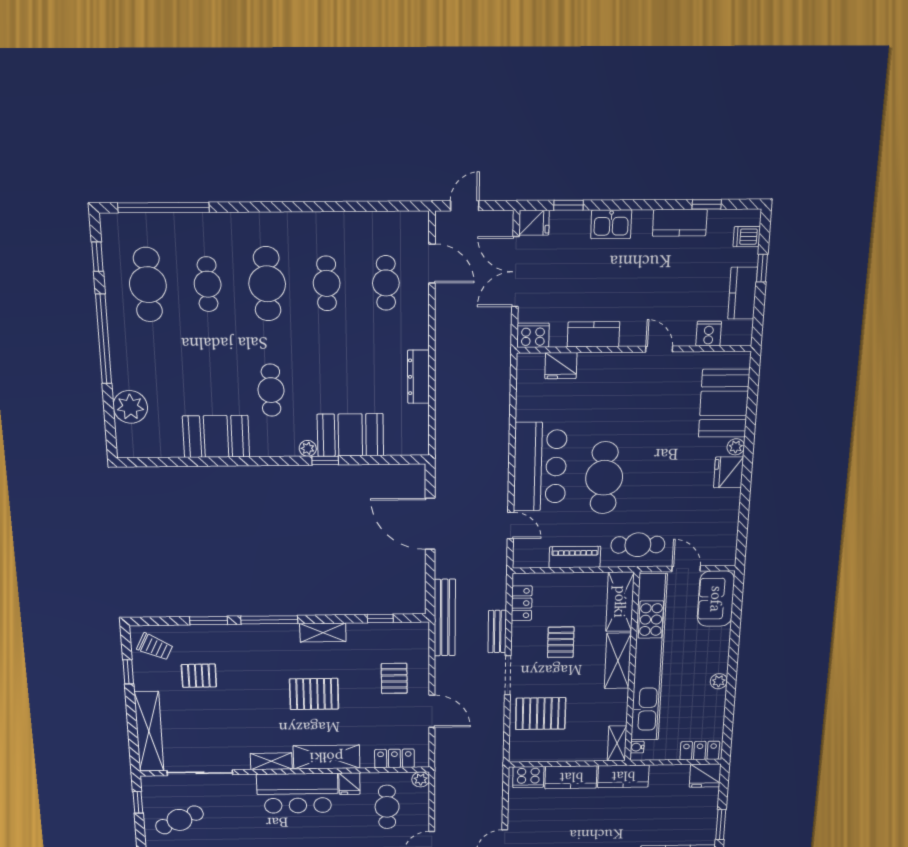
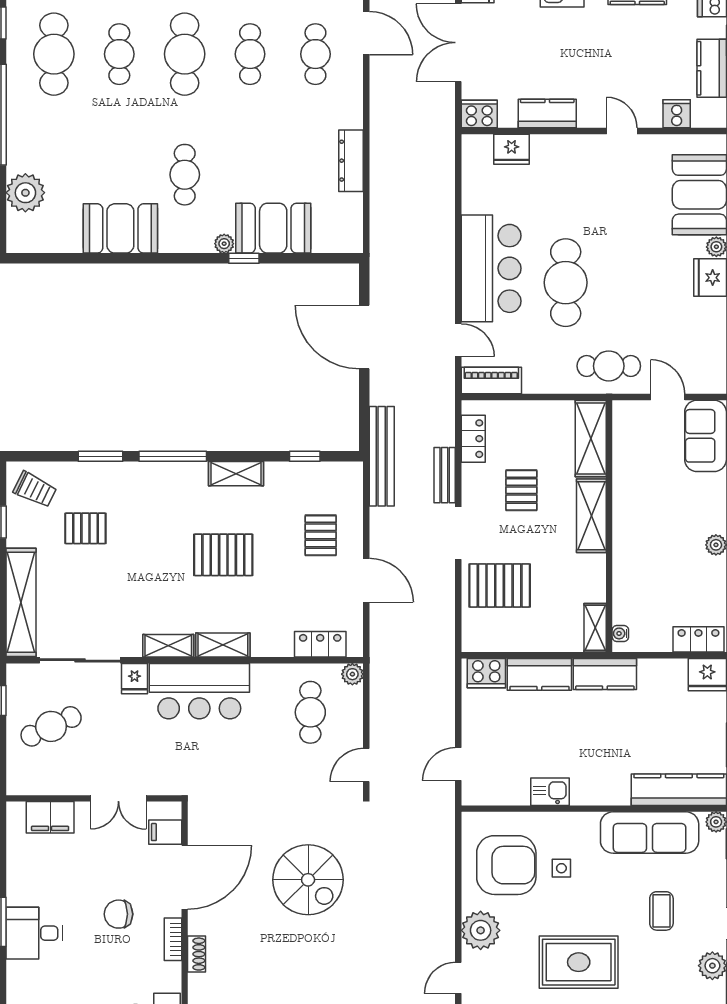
piano: (575, 557) -> (491, 380), moved
kitchen unit: (649, 658) -> (629, 513), removed
shelving: (326, 757) -> (223, 645), width x0.67, depth x0.75
fridge: (350, 784) -> (135, 679), moved

